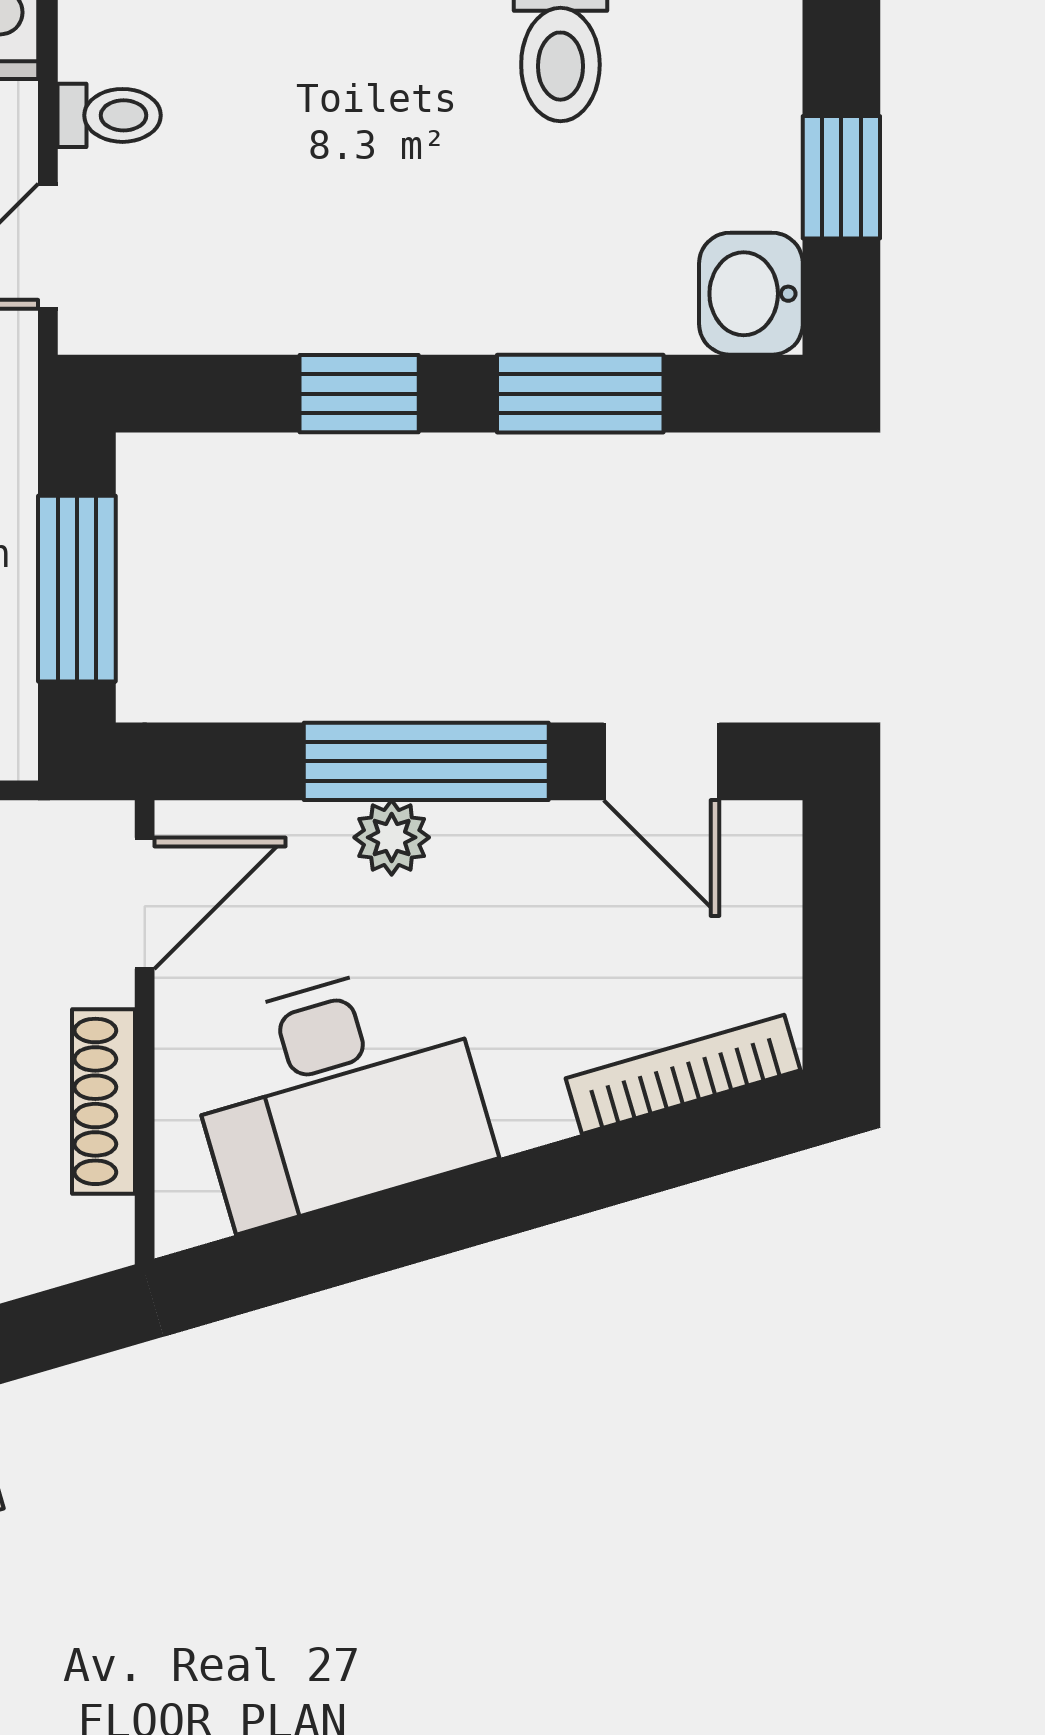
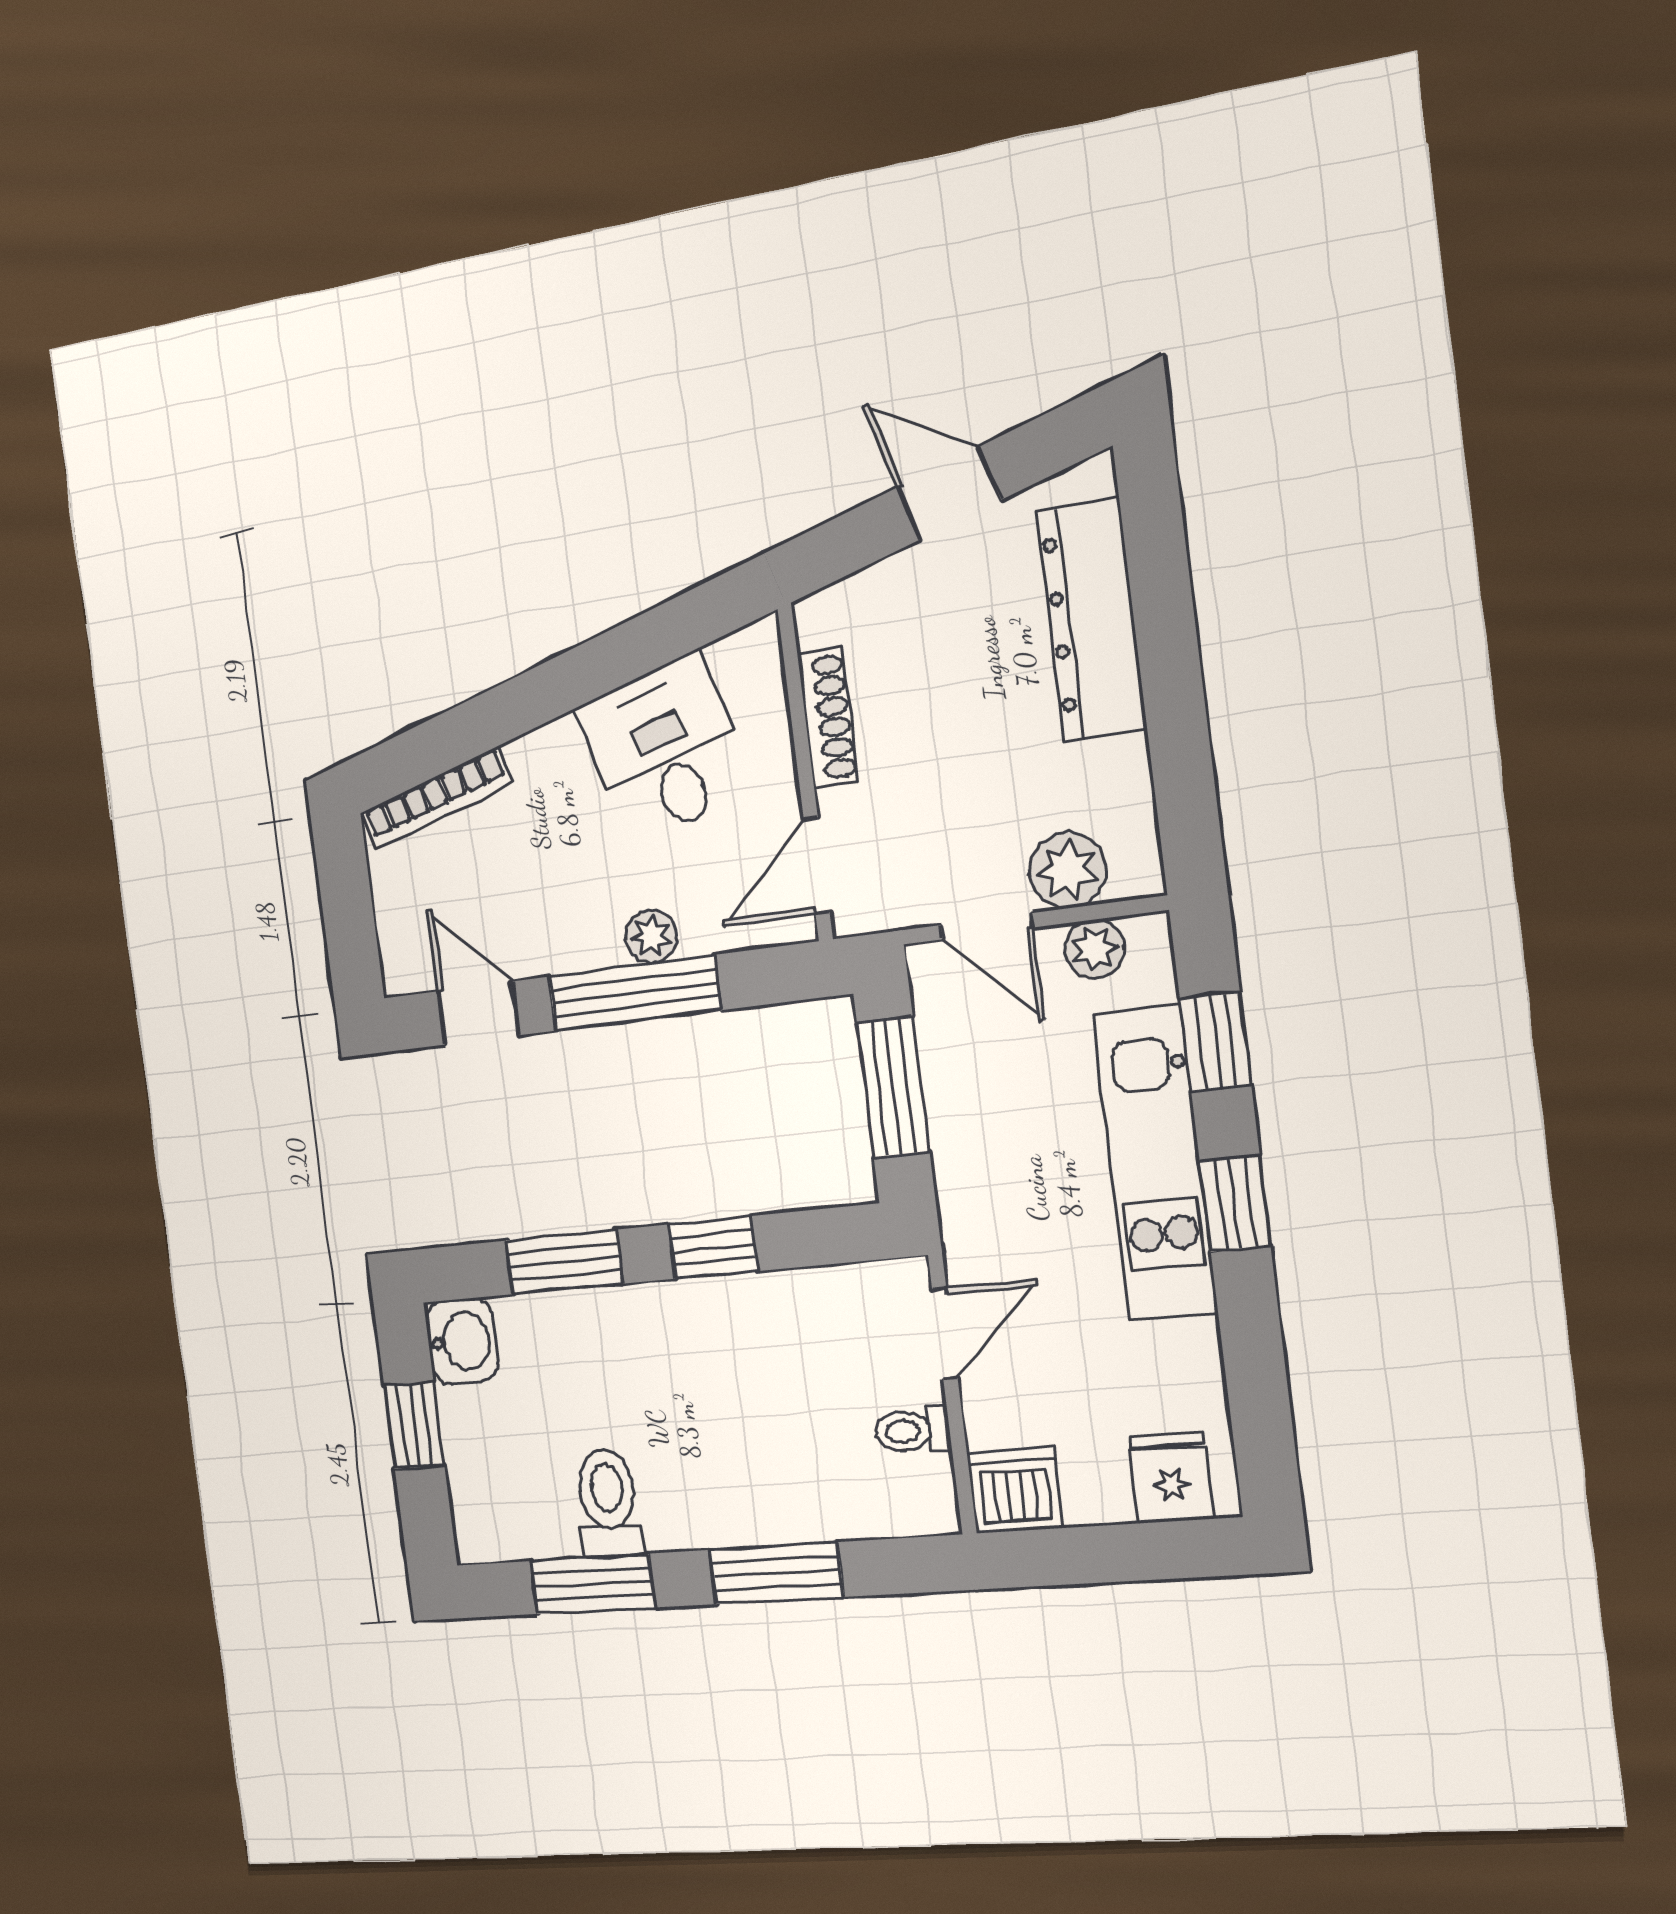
desk: (338, 1093) -> (665, 749), width x0.73

